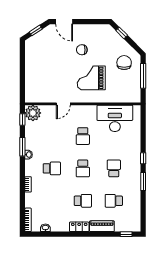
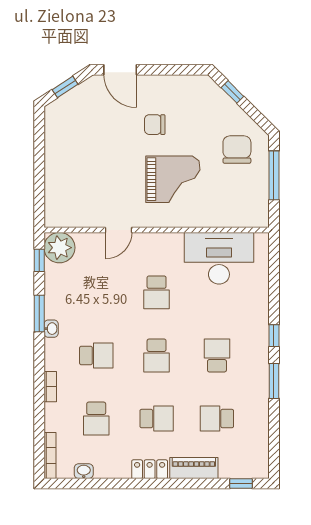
grand piano: (91, 78) -> (173, 179), turned 180
school desk: (52, 201) -> (96, 419), added

